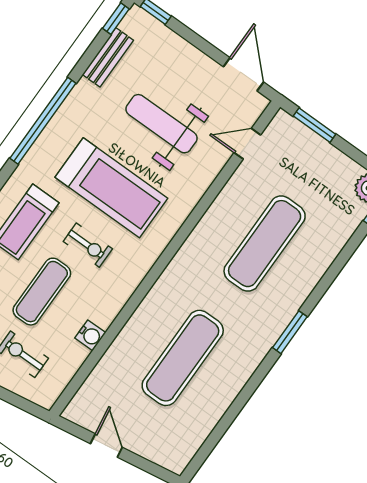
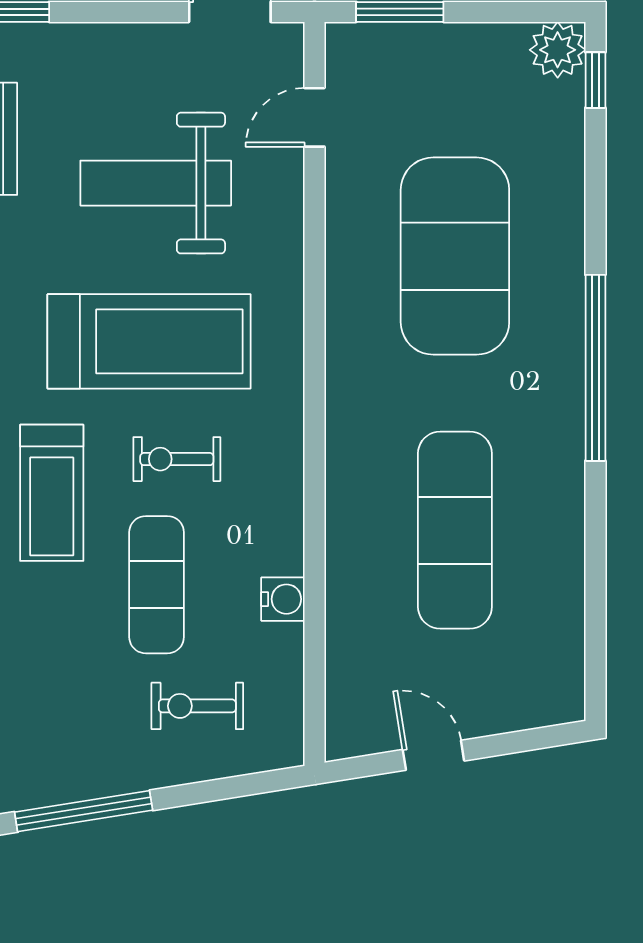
exercise mat: (265, 244) -> (455, 256), width x1.47
exercise bike: (88, 245) -> (177, 459), turned 180
window: (290, 332) -> (595, 368), width x2.11

